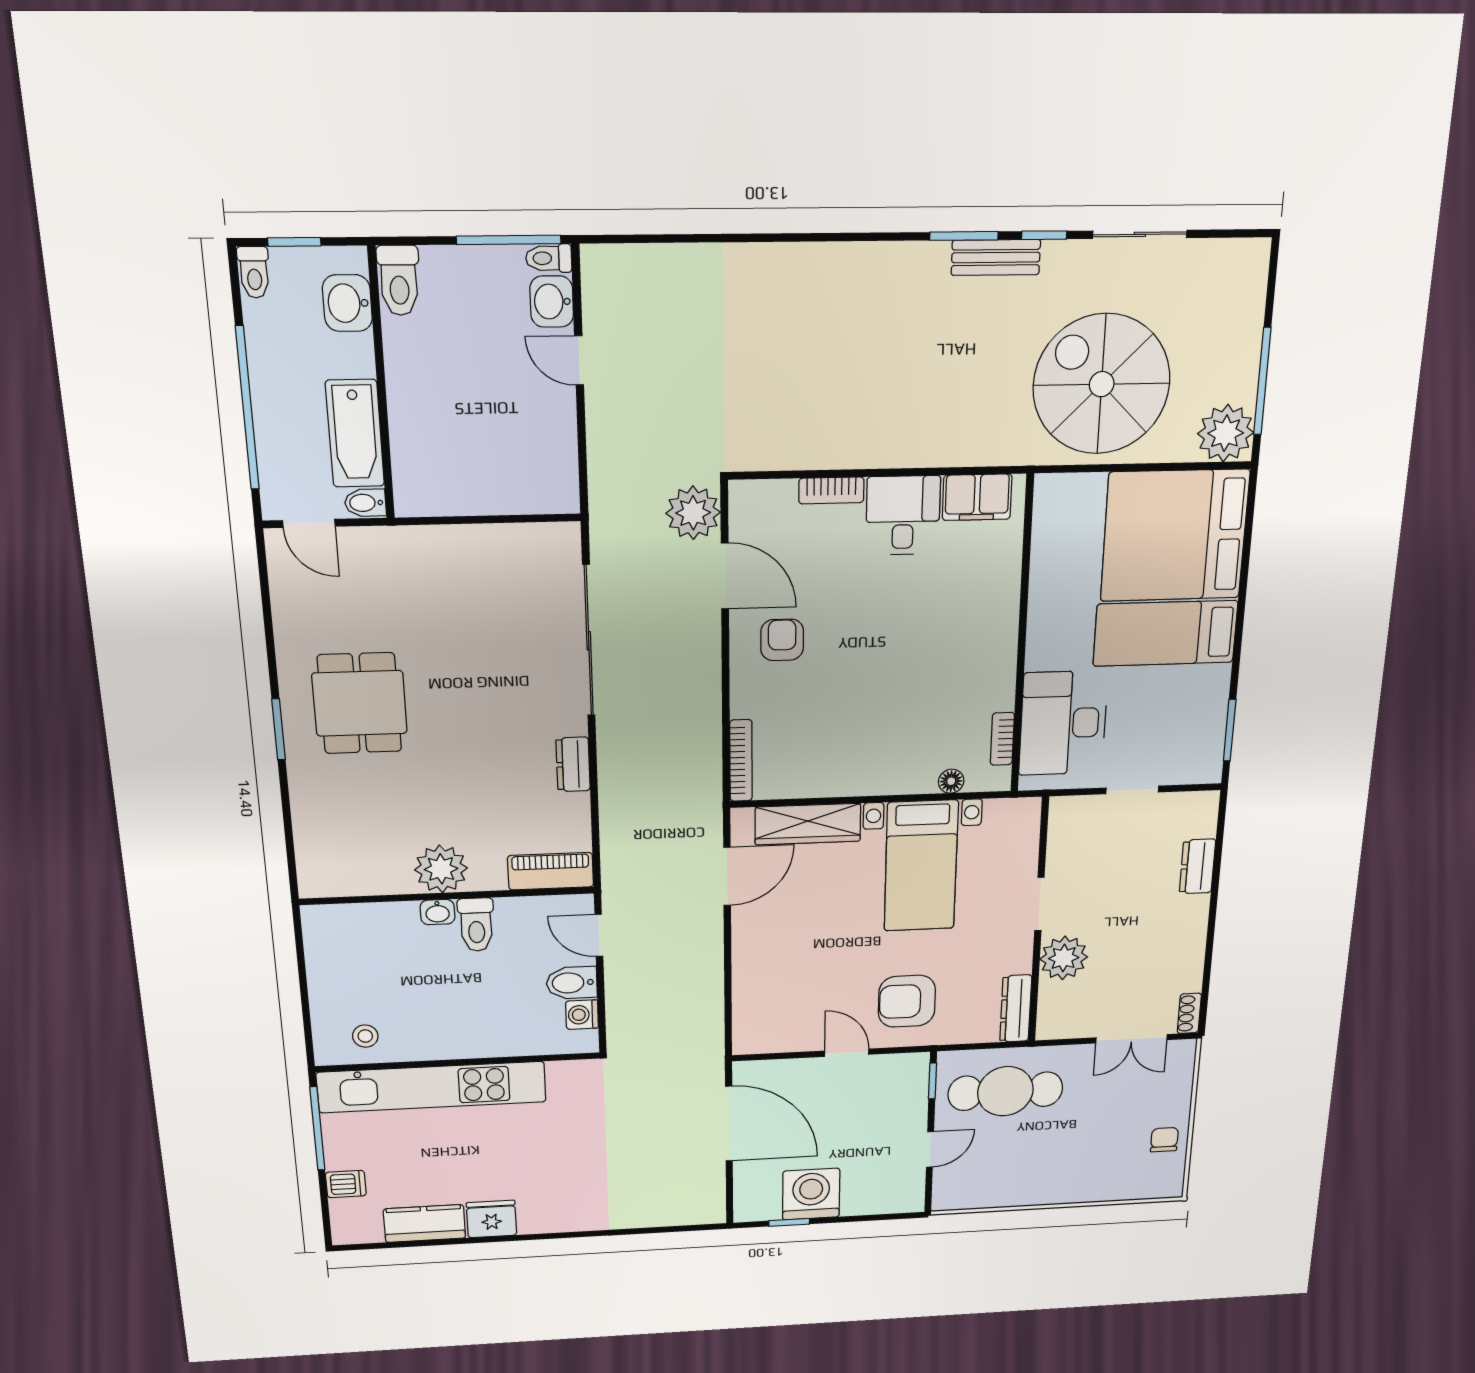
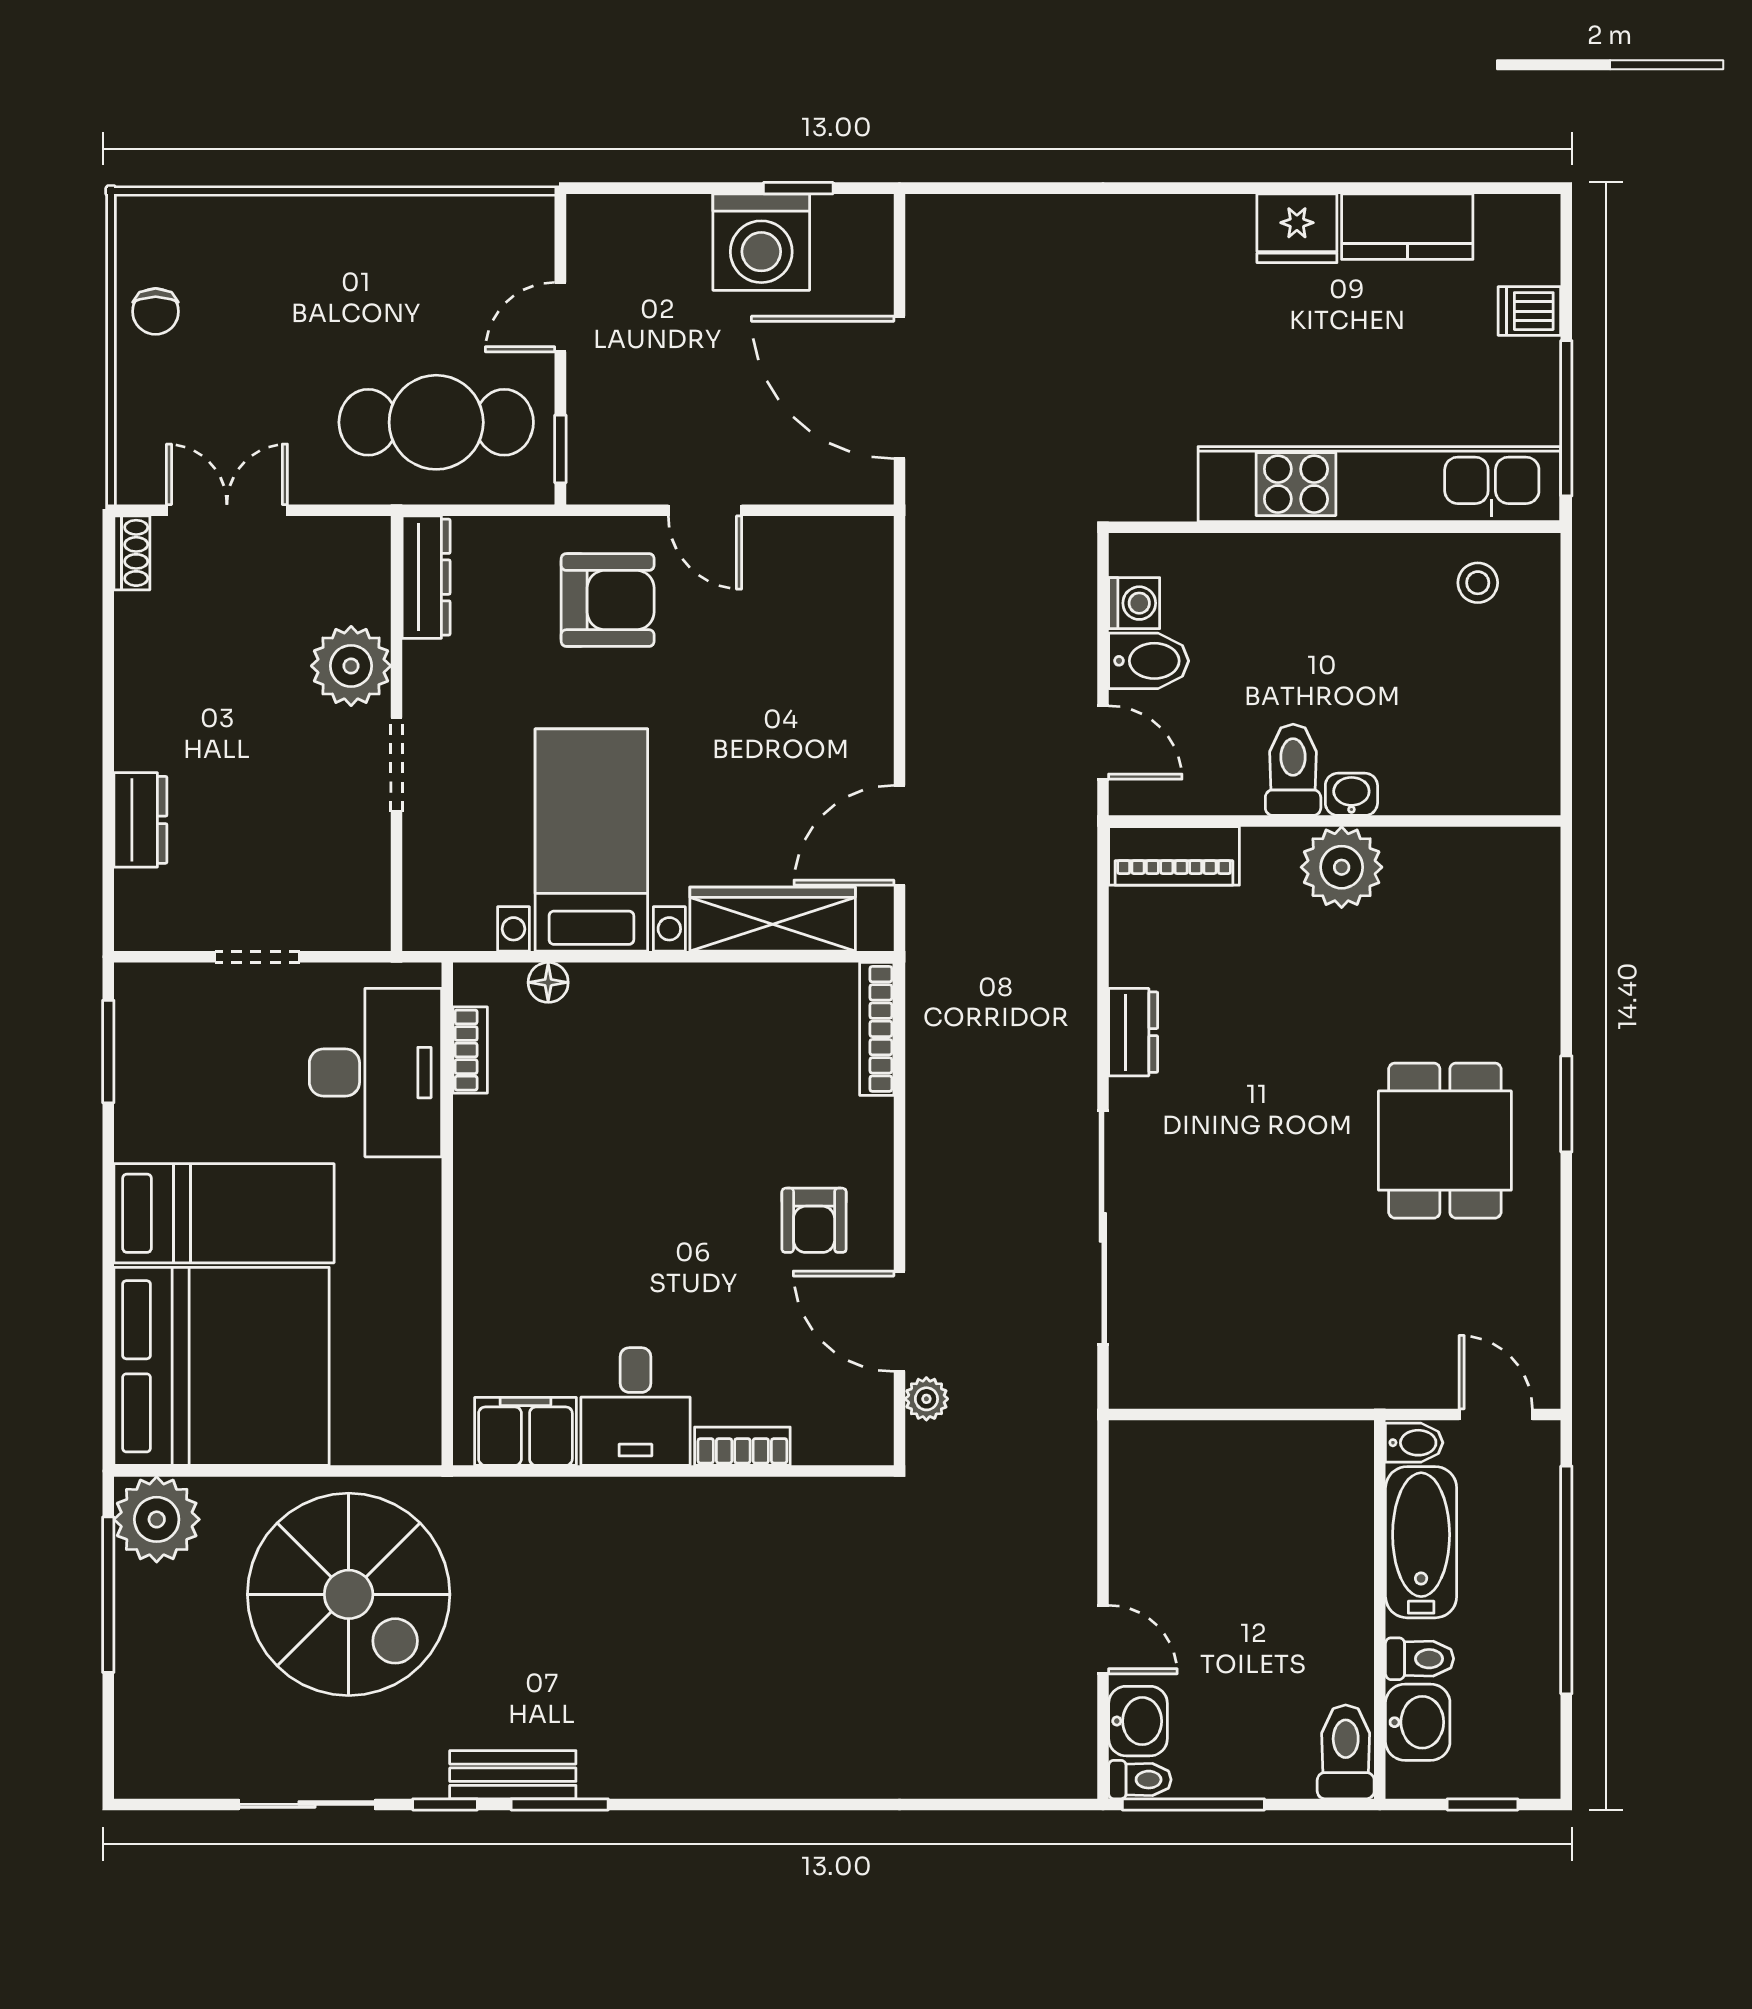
toilet: (254, 272) -> (1420, 1659), moved, turned 90
plant: (693, 513) -> (926, 1399), width x0.53, depth x0.53

